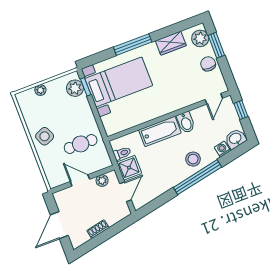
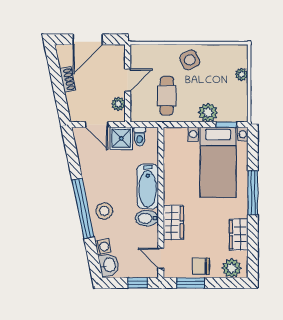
window: (216, 45) -> (191, 283), moved
chair: (208, 64) -> (201, 266), turned 180
plant: (75, 88) -> (208, 112), moved
wardrobe: (181, 100) -> (173, 222), added
door: (59, 225) -> (88, 39), swing flipped

